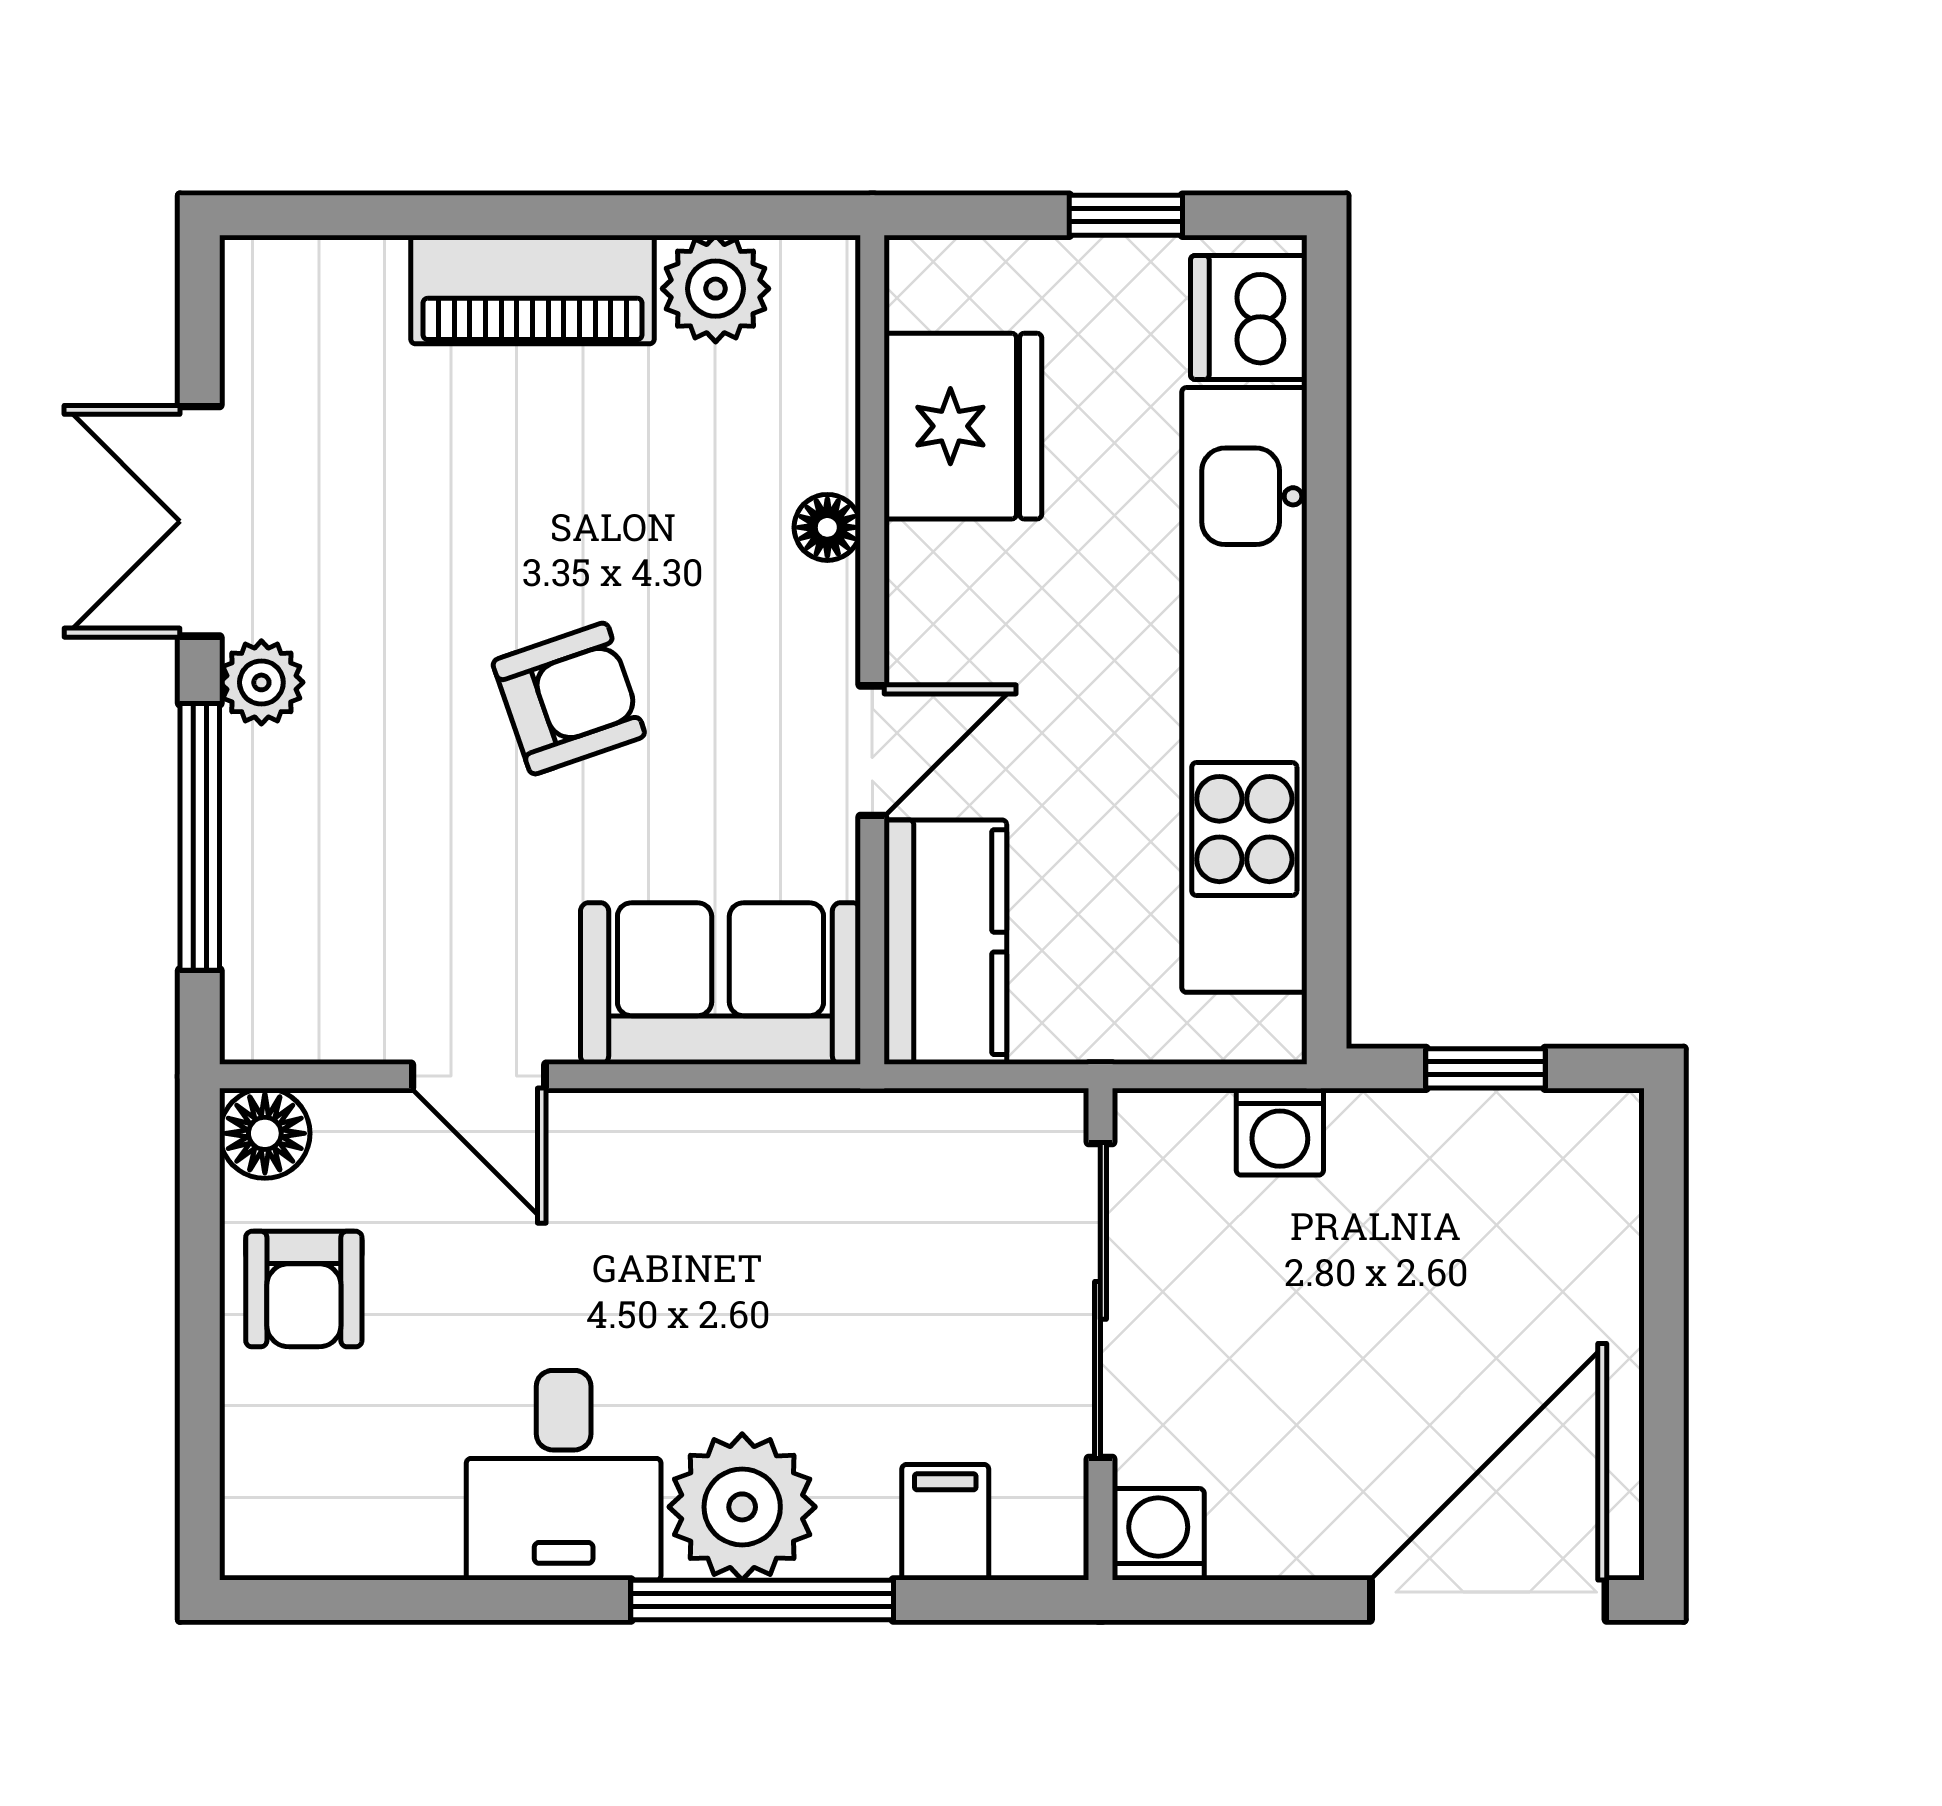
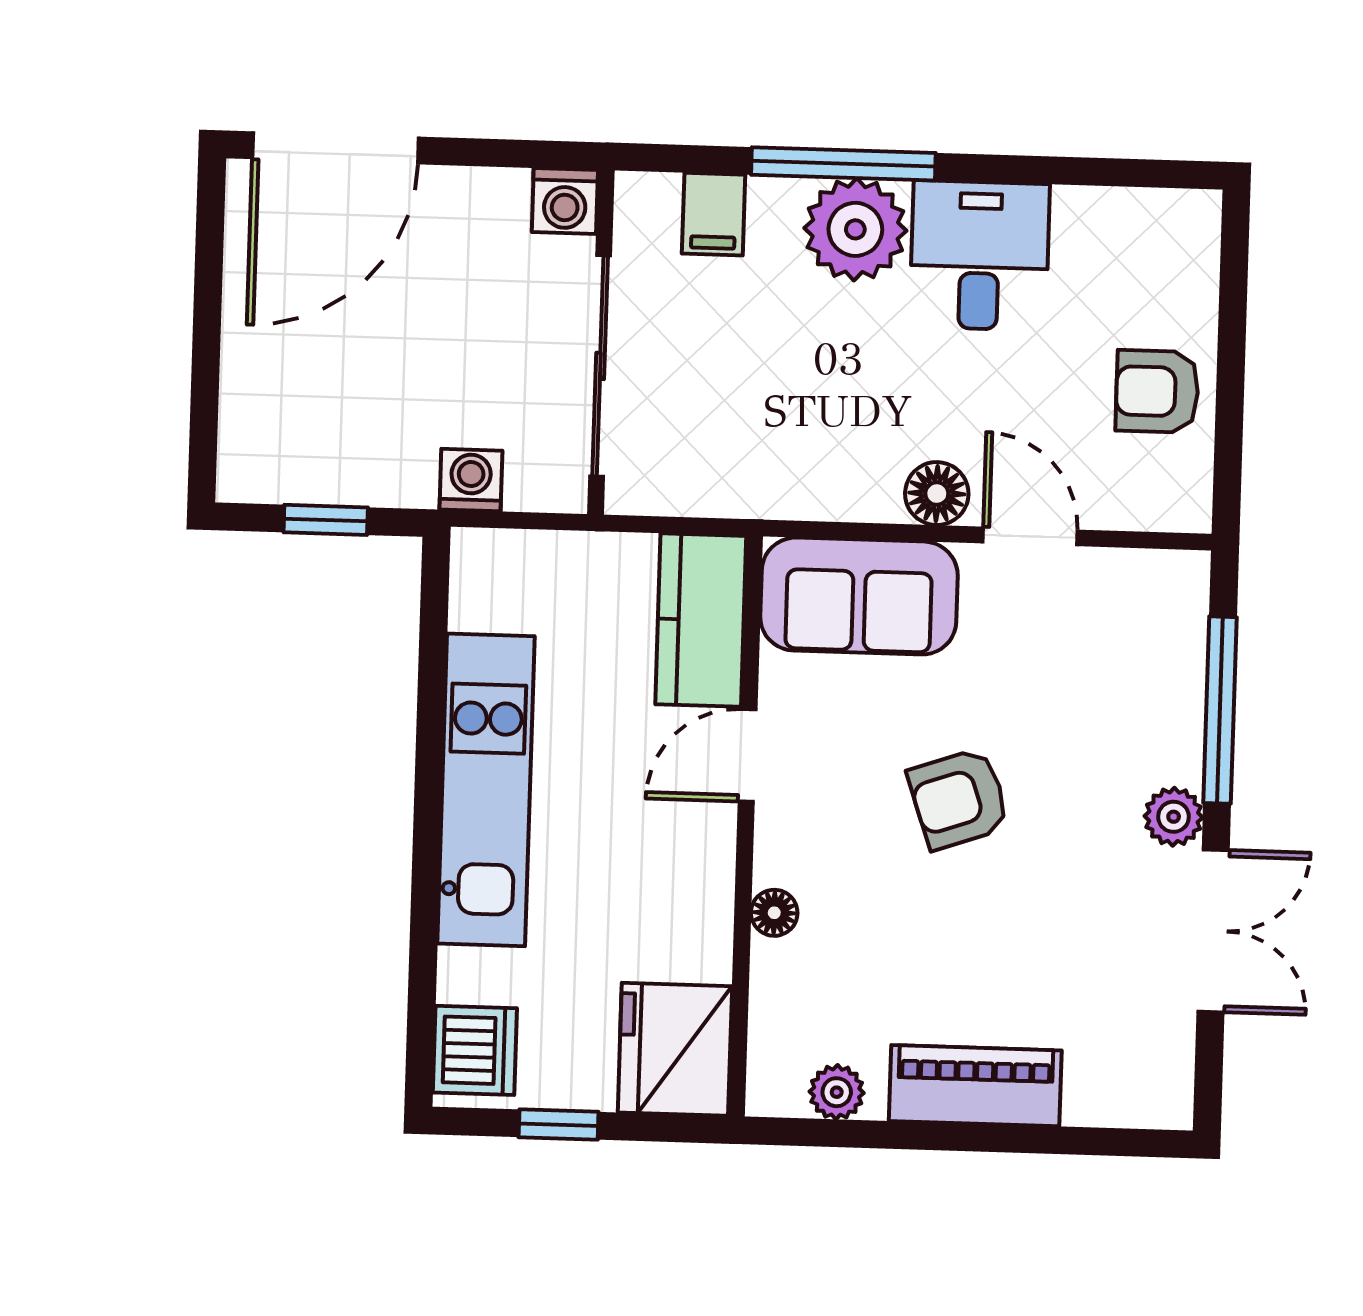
plant: (716, 289) -> (837, 1092), width x0.73, depth x0.73
fridge: (963, 426) -> (675, 1049), moved
kitchen unit: (1244, 690) -> (486, 790), width x0.73
floor lamp: (265, 1133) -> (937, 494), moved
armchair: (304, 1289) -> (1157, 391), turned -90

